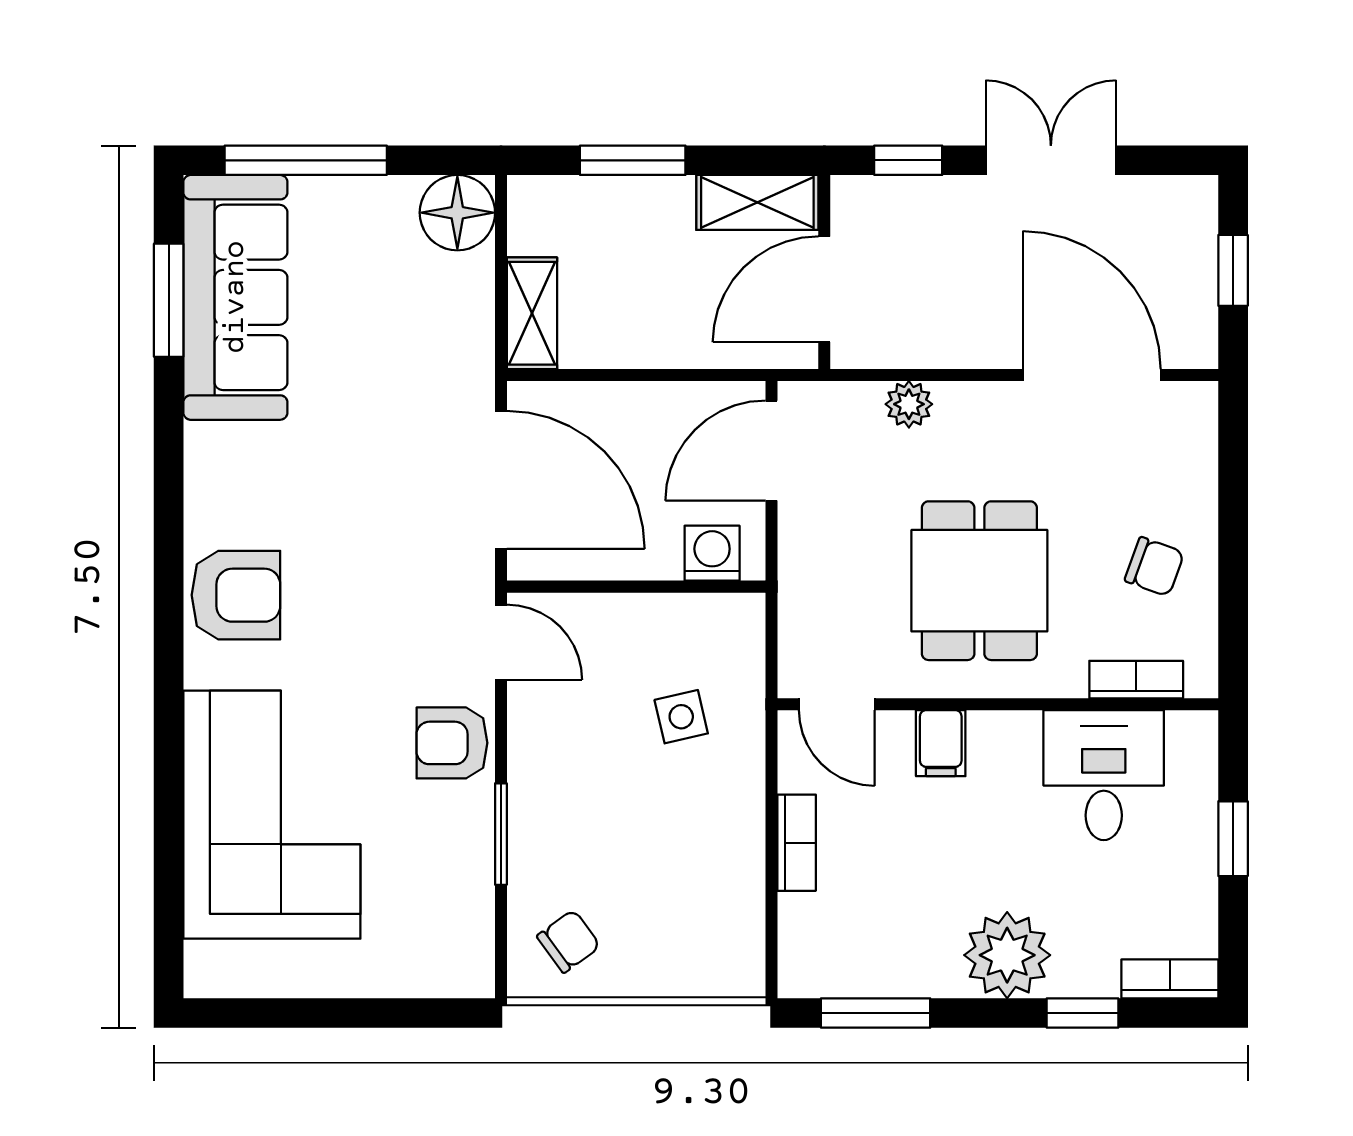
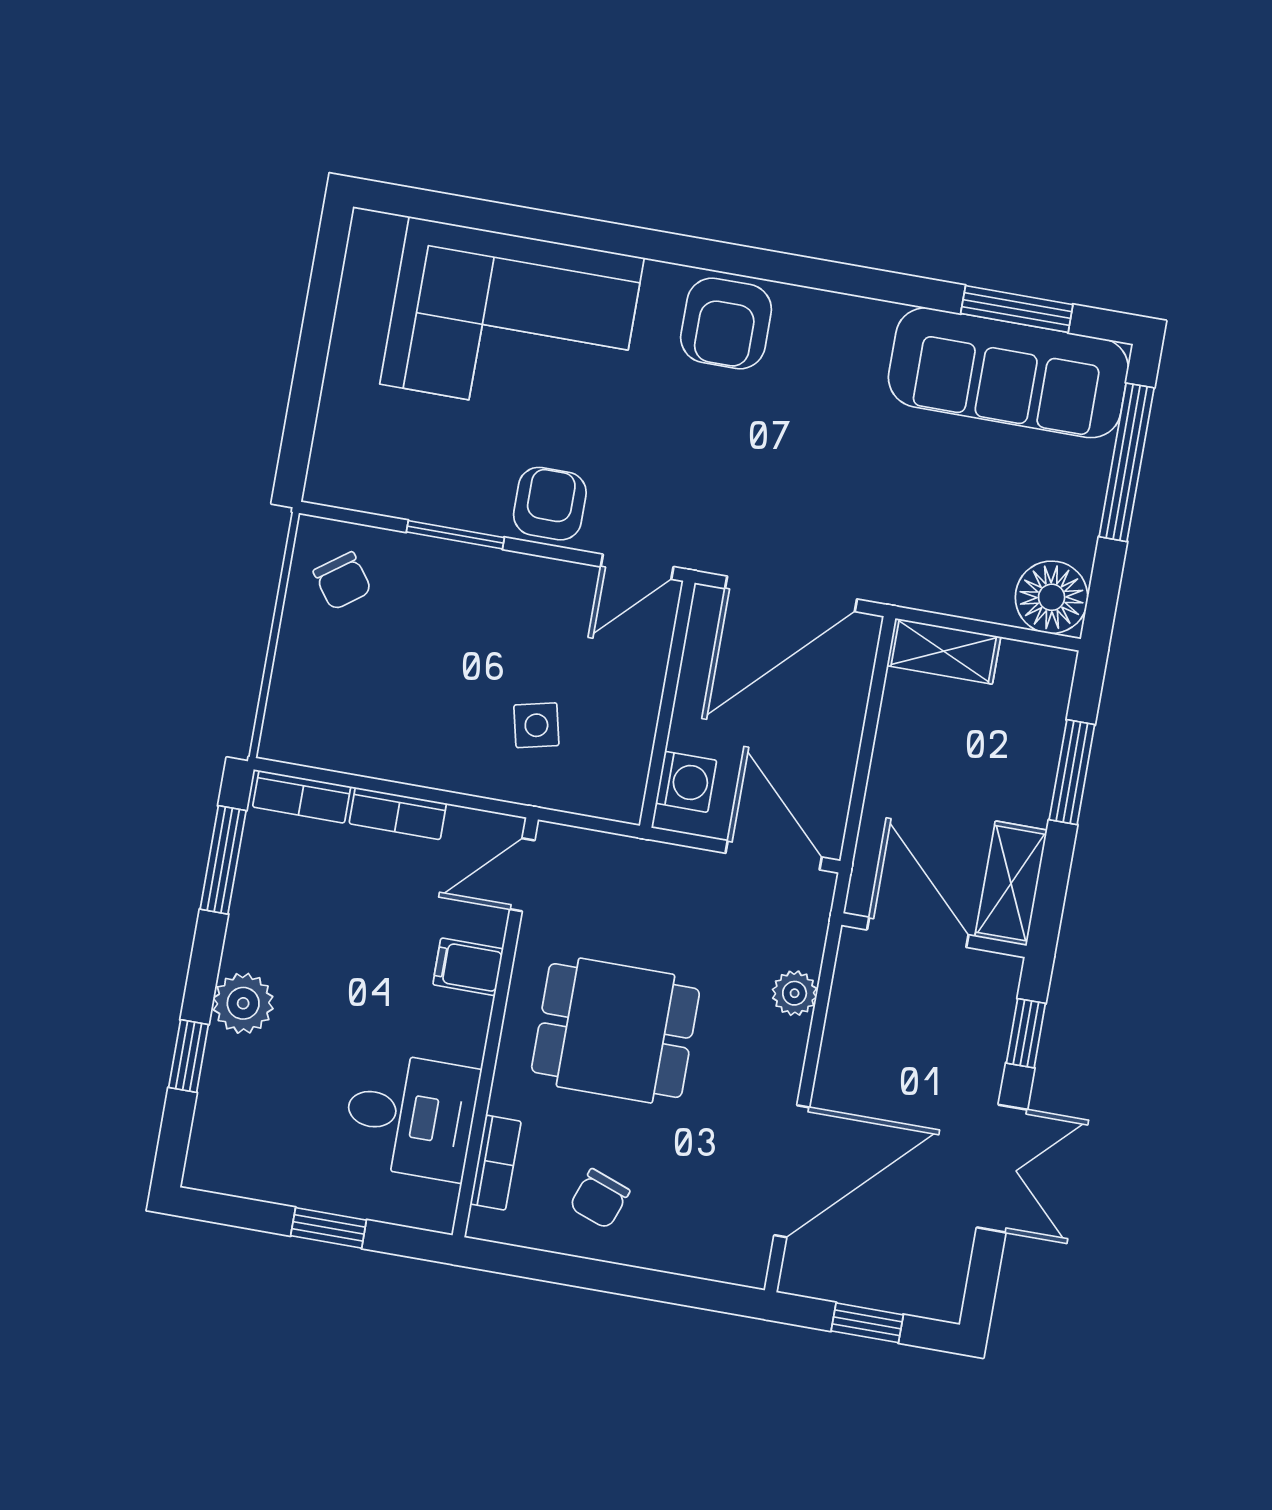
plant: (1007, 955) -> (243, 1003), width x0.73, depth x0.73
bookcase: (1170, 979) -> (302, 797), moved, turned 90

